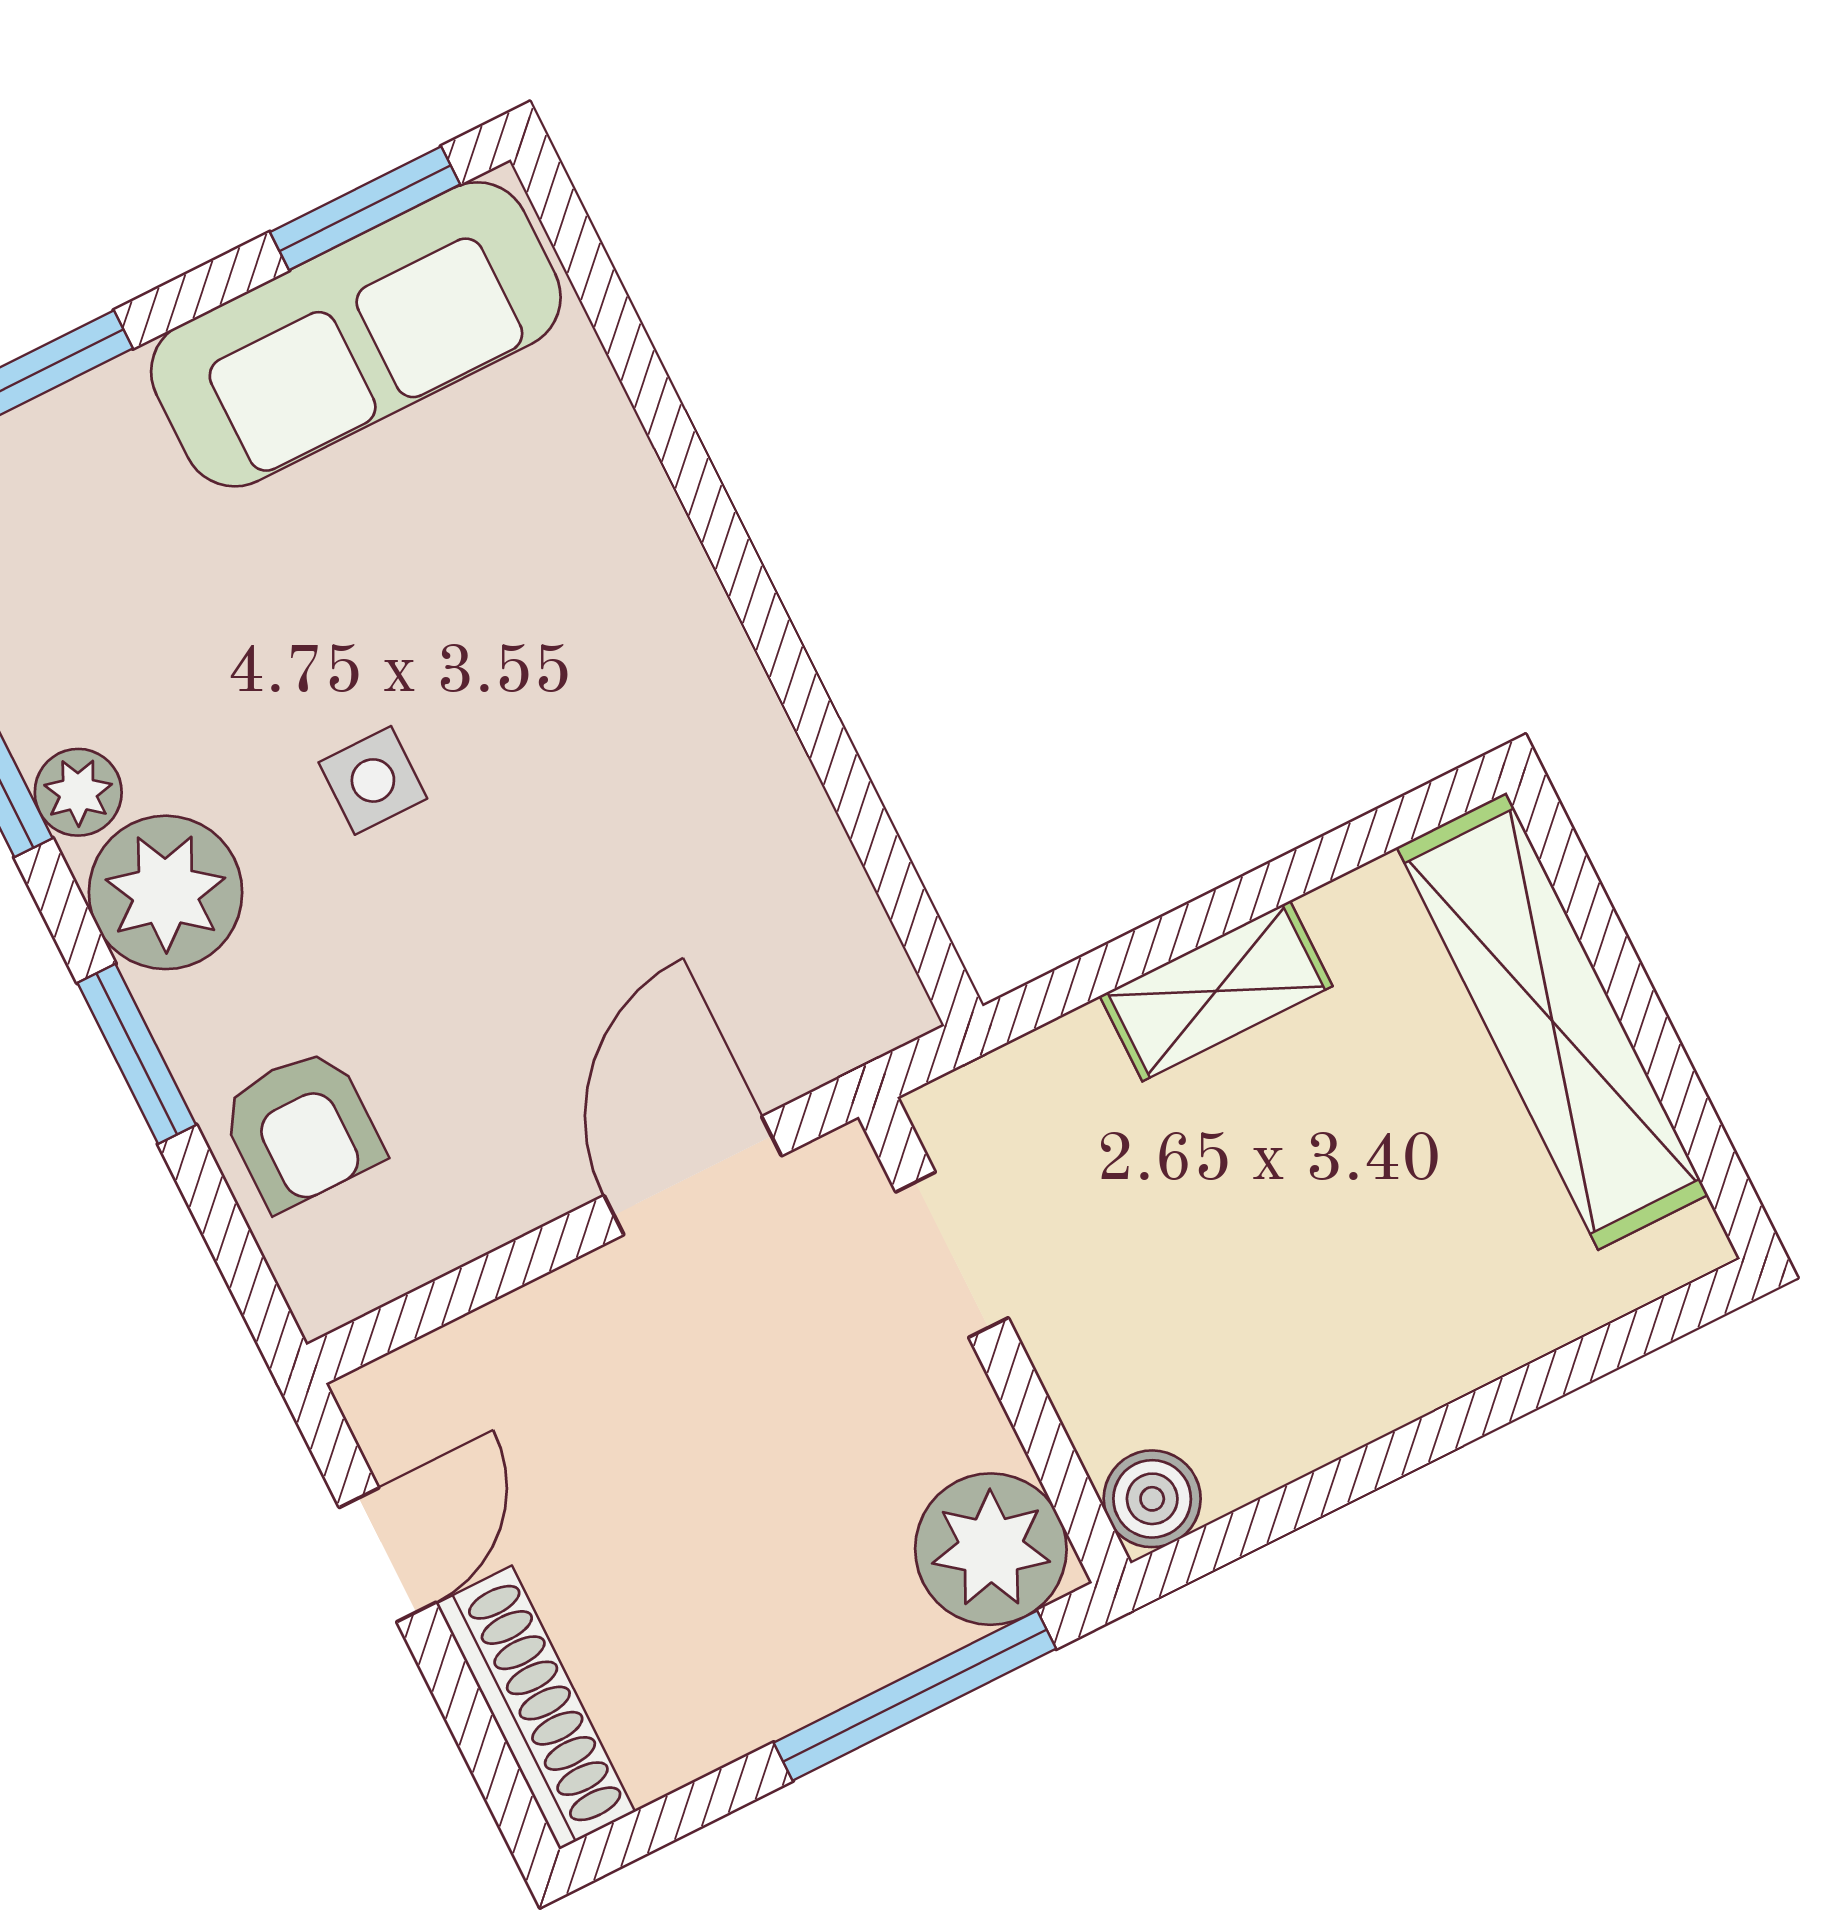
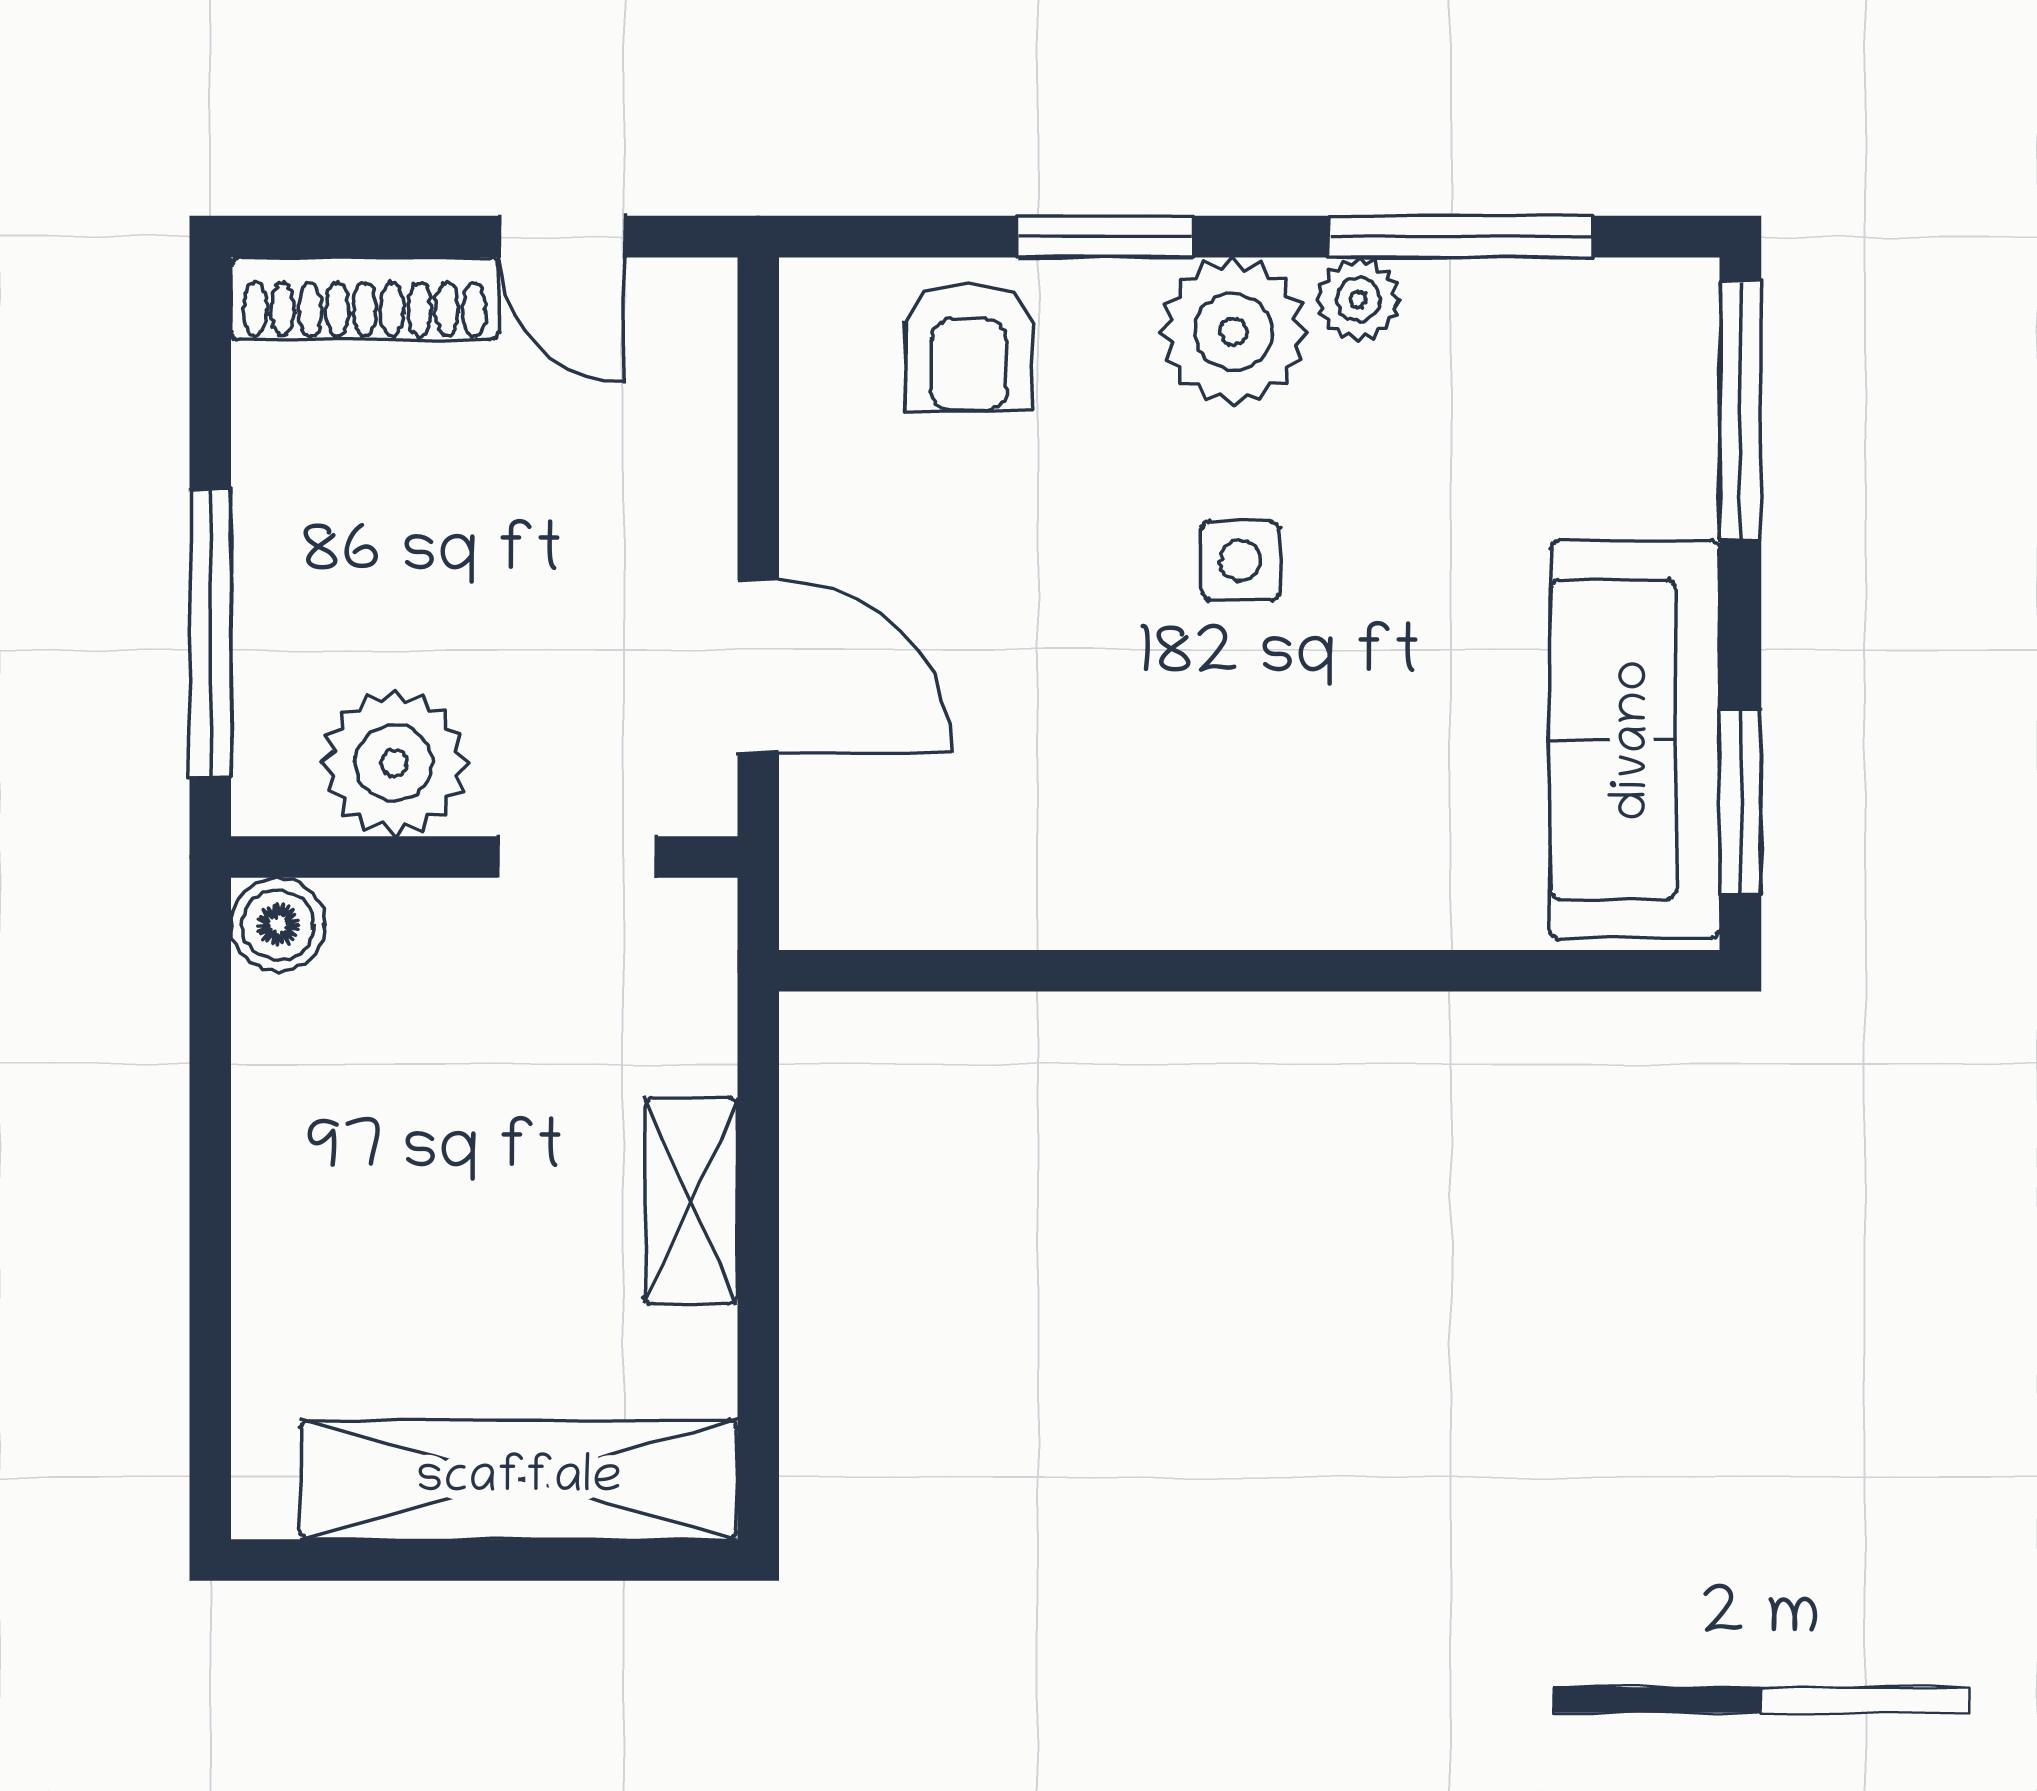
armchair: (302, 1129) -> (969, 347), turned -90
plant: (991, 1549) -> (394, 763), moved

